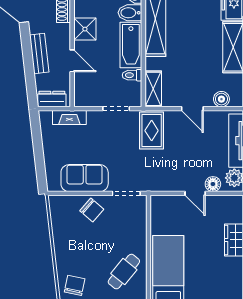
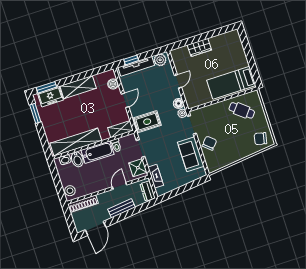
shower: (85, 29) -> (138, 168), moved
floor lamp: (213, 184) -> (179, 103), moved
plant: (147, 185) -> (182, 113), added

